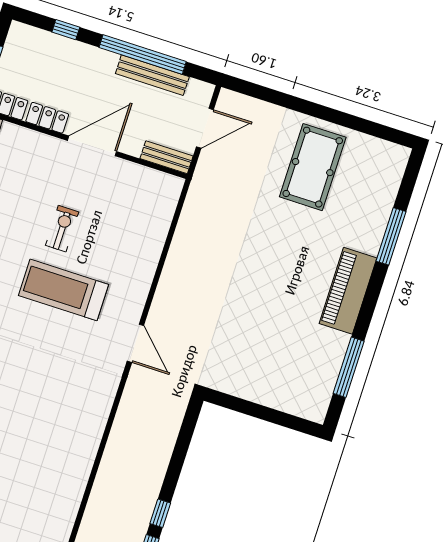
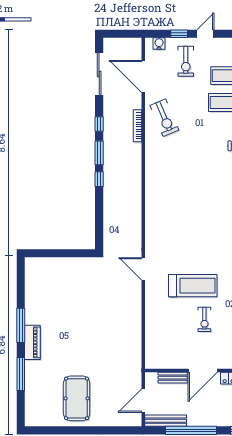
bench: (152, 75) -> (166, 421), moved
bench: (167, 157) -> (173, 378), moved
piano: (348, 291) -> (32, 342), width x0.73, depth x0.75
window: (349, 367) -> (21, 325), moved

